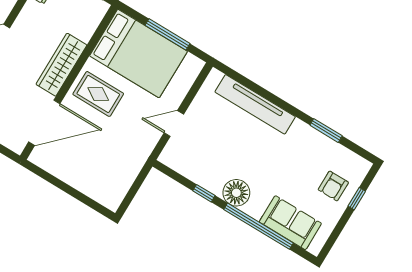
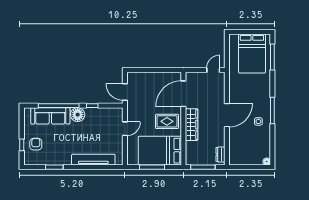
door: (138, 183) -> (125, 92), added
sofa: (290, 223) -> (50, 116), width x1.36

